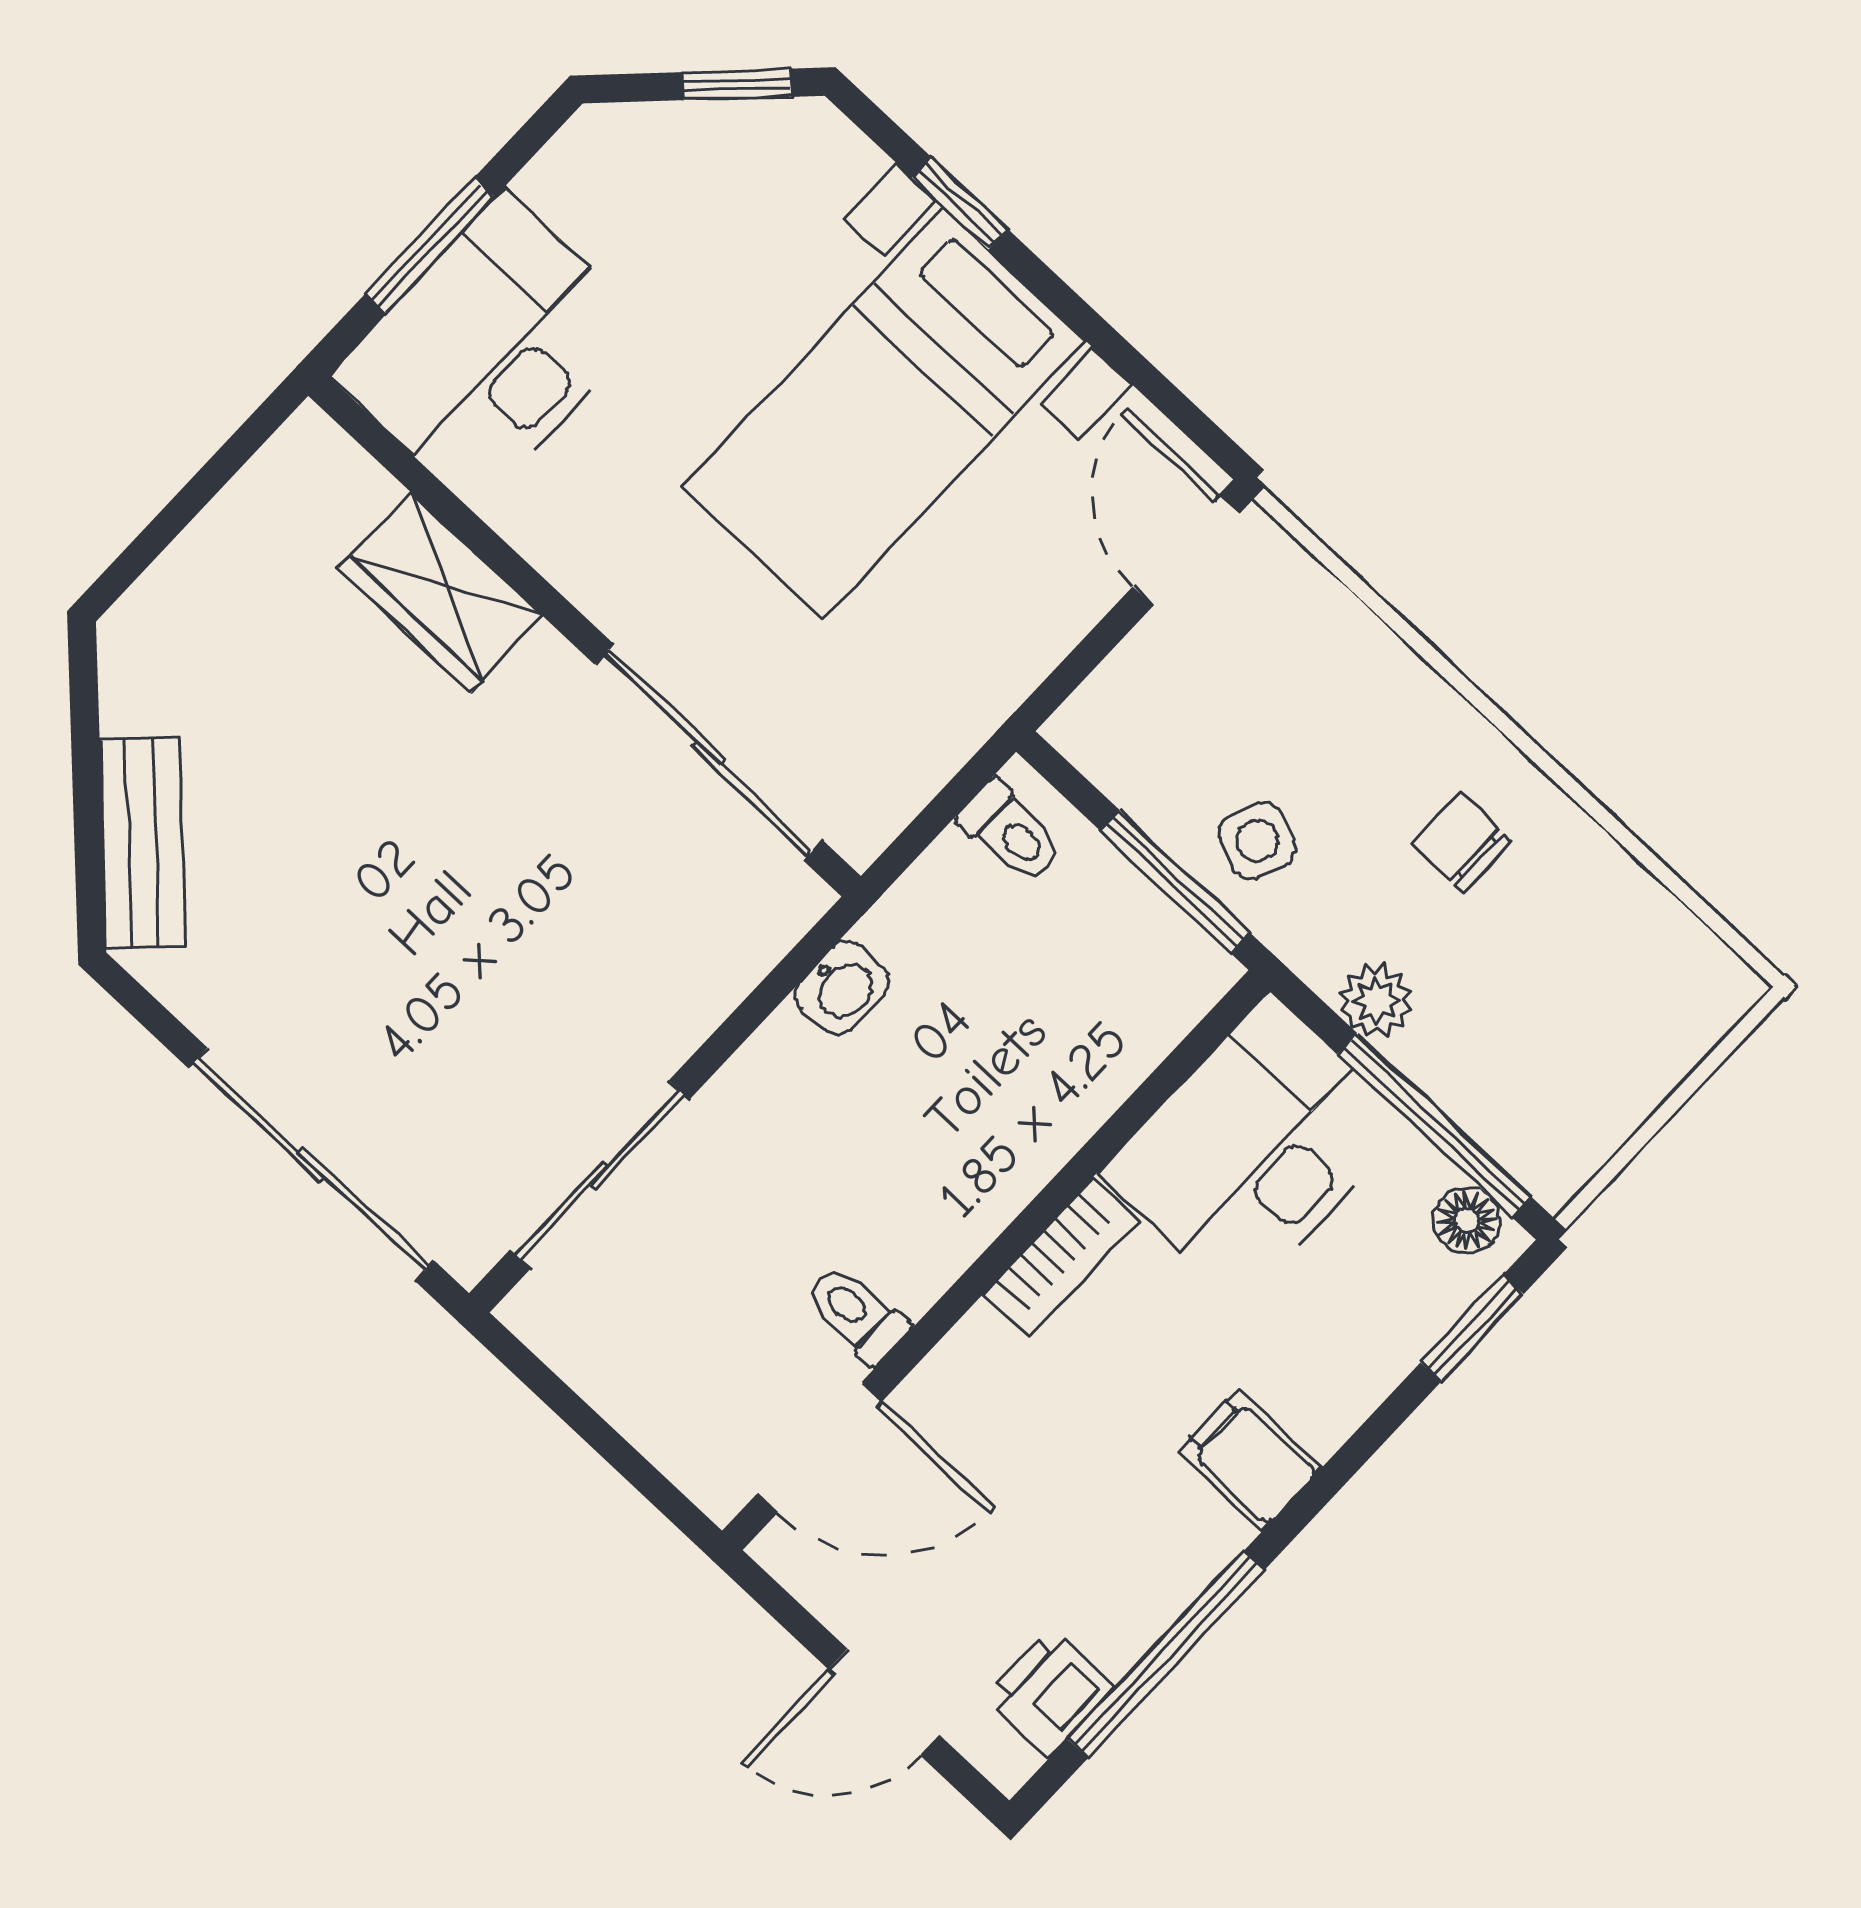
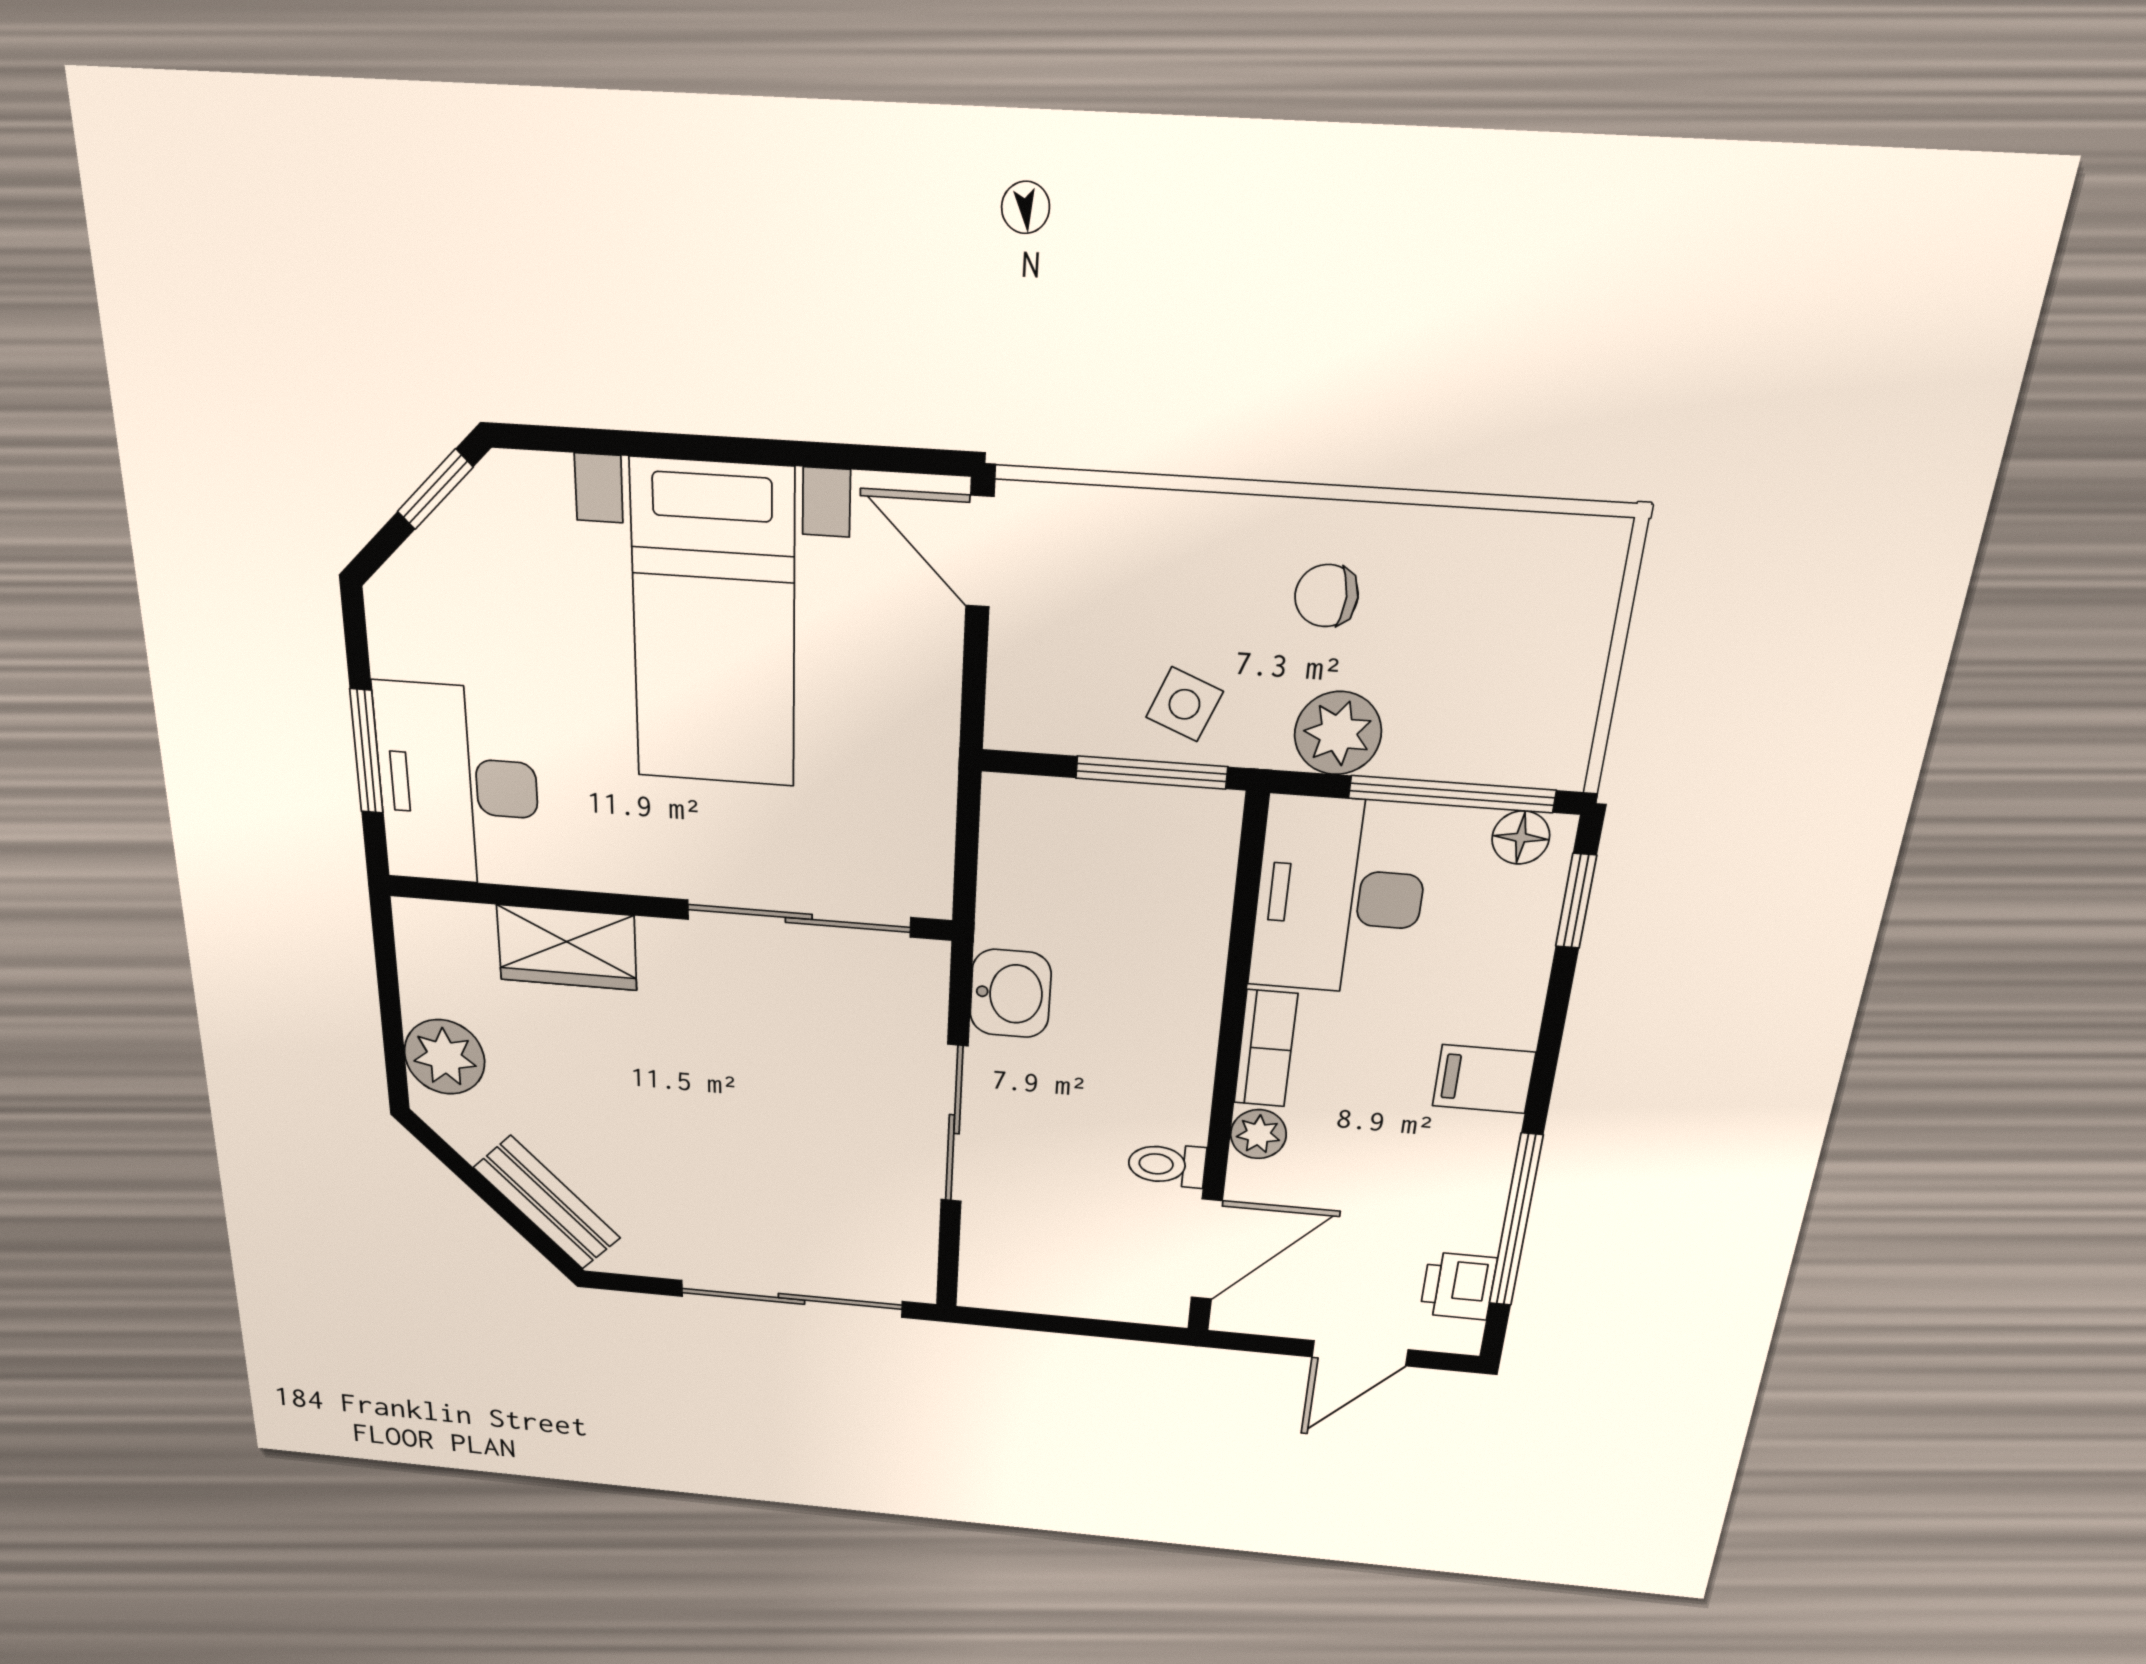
window: (960, 203) -> (636, 444), removed
plant: (193, 599) -> (444, 1057), added
toilet: (1011, 832) -> (1021, 823), removed
washbasin: (842, 988) -> (1010, 994), width x1.38, depth x1.45
plant: (1376, 1001) -> (1338, 733), width x1.38, depth x1.38
sliding door: (600, 1175) -> (954, 1124), moved
plant: (979, 1350) -> (1258, 1134), added

